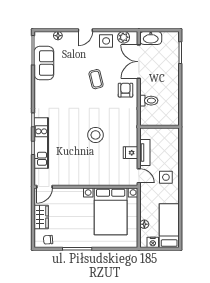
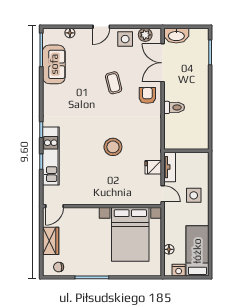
wall: (160, 127) -> (186, 151), moved

